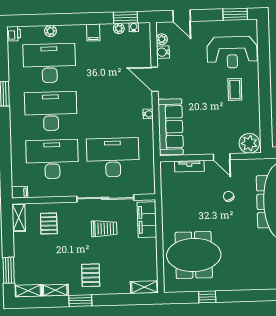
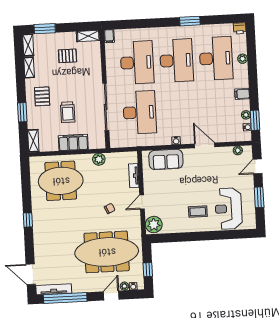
window: (235, 14) -> (259, 197), moved
water cooler: (163, 52) -> (227, 152), removed
door: (155, 79) -> (205, 145), hinge flipped
sofa: (171, 127) -> (166, 159), width x0.73
plant: (169, 208) -> (99, 159), added
filing cabinet: (147, 220) -> (73, 142), moved
pallet: (49, 223) -> (68, 56), moved
trolley: (104, 229) -> (68, 112), moved
meeting table: (194, 255) -> (61, 181), turned 90
pallet: (91, 275) -> (42, 96), turned 90
window: (207, 297) -> (28, 220), moved
window: (80, 301) -> (22, 112), moved

